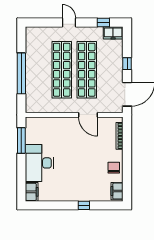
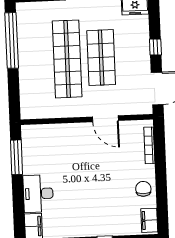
shop shelf: (87, 70) -> (101, 58), width x0.71
window: (21, 73) -> (12, 40), moved
desk: (39, 163) -> (38, 194), width x0.73, depth x0.77

